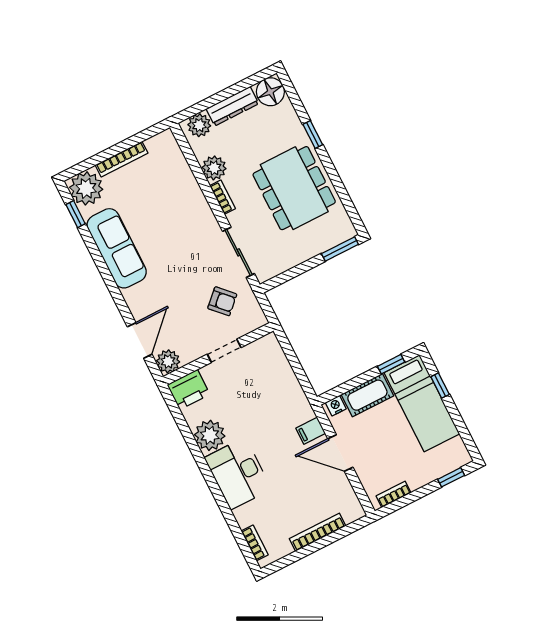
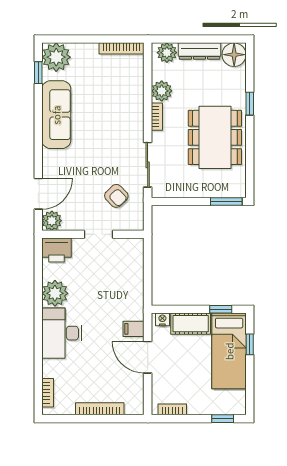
bookcase: (122, 159) -> (122, 48), moved

